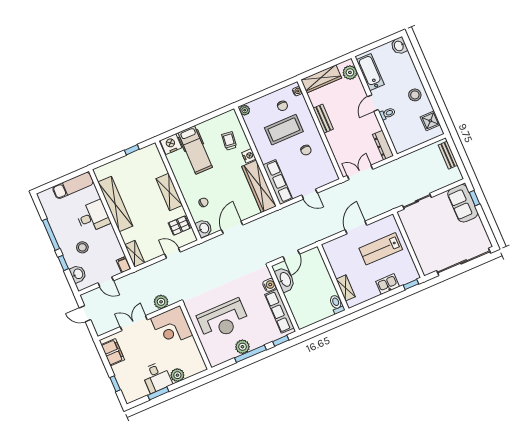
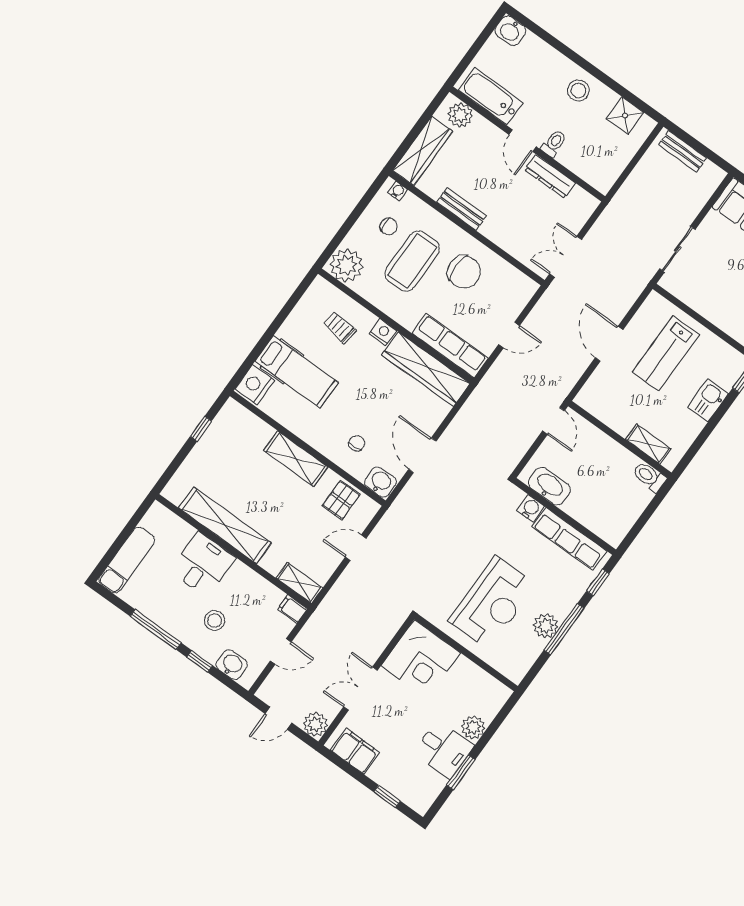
plant: (245, 110) -> (346, 265), width x1.87, depth x1.87
dresser: (383, 145) -> (550, 176), moved
chair: (306, 150) -> (464, 272), width x1.87, depth x1.87
exam couch: (73, 185) -> (127, 560), moved
door: (291, 255) -> (554, 421), moved
plant: (161, 302) -> (315, 724), moved

